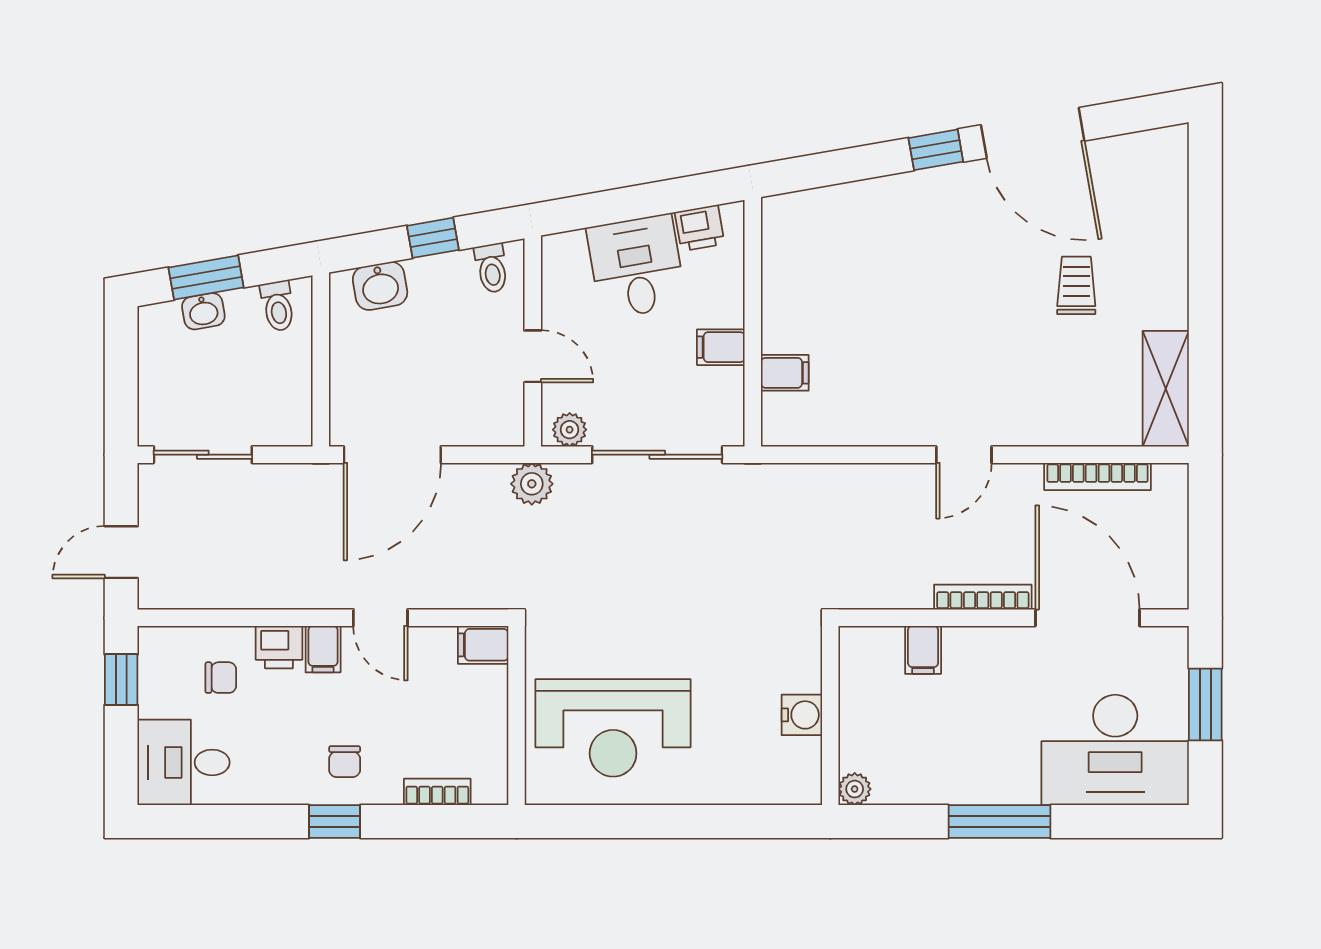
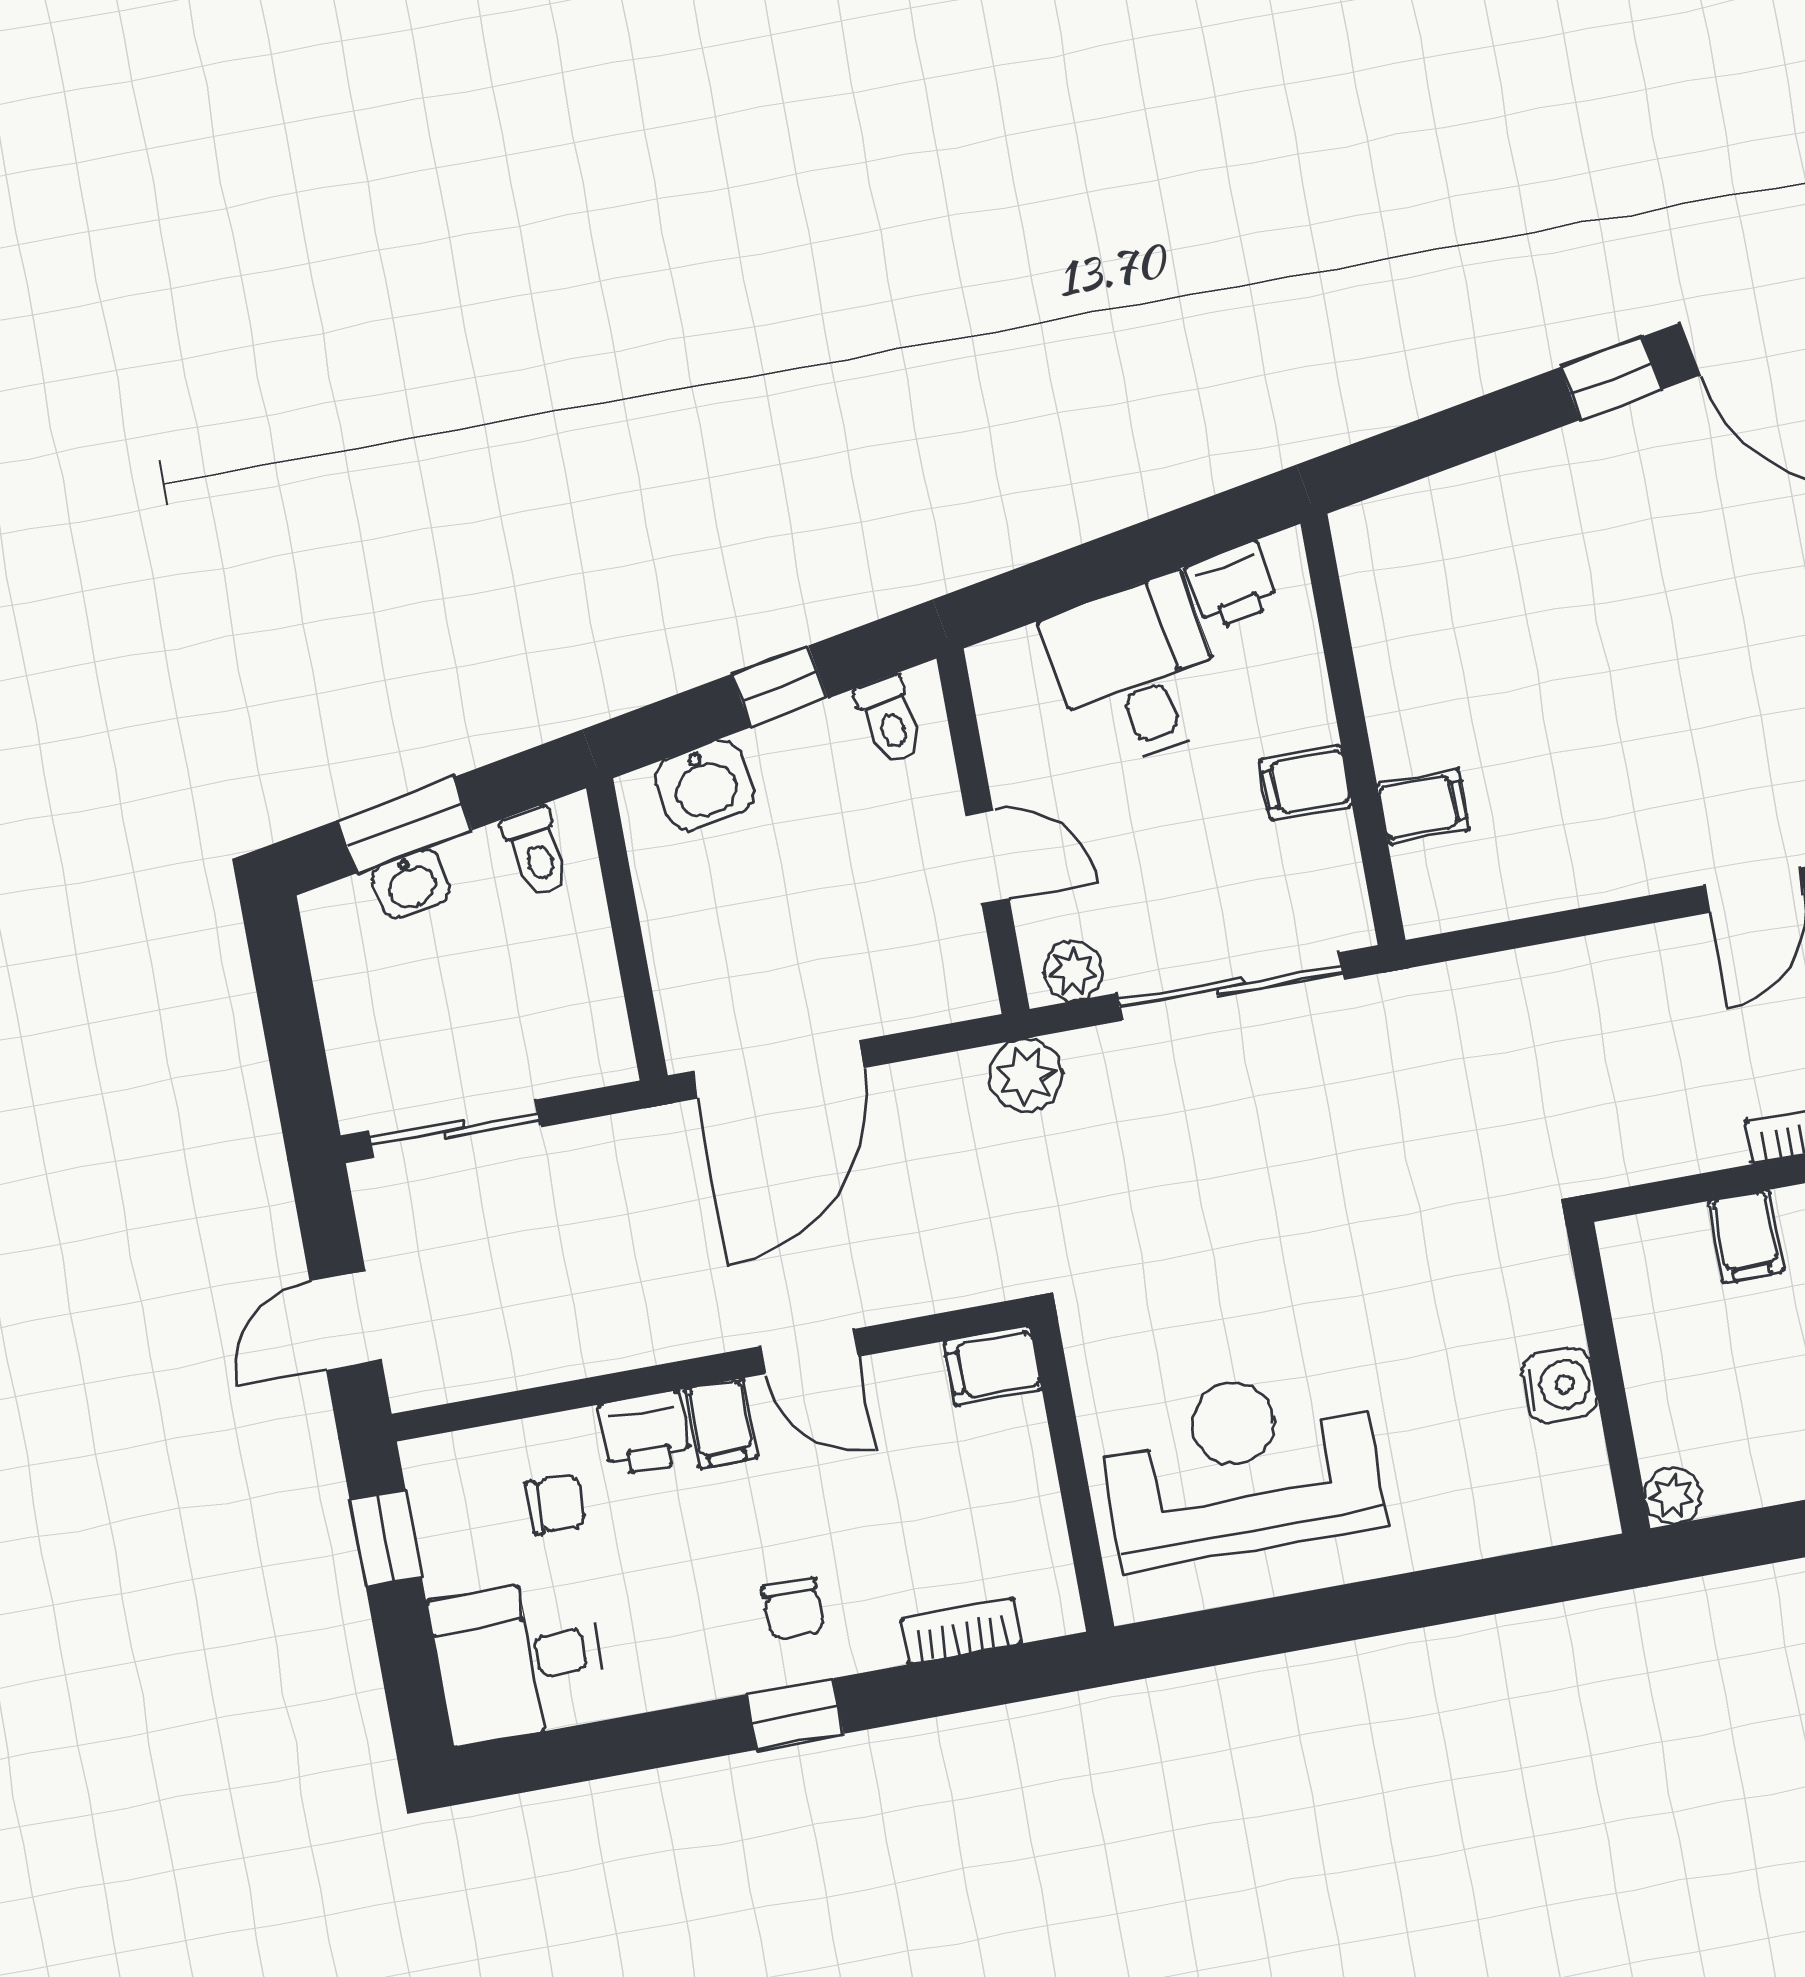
reception desk: (613, 728) -> (1241, 1467), turned 180

